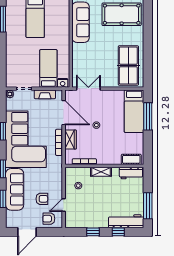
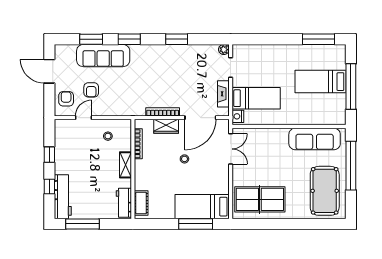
corner sofa: (26, 139) -> (167, 70), removed
door: (64, 205) -> (84, 118), hinge flipped

